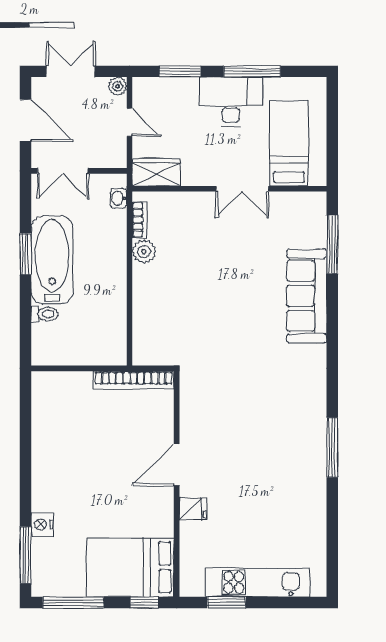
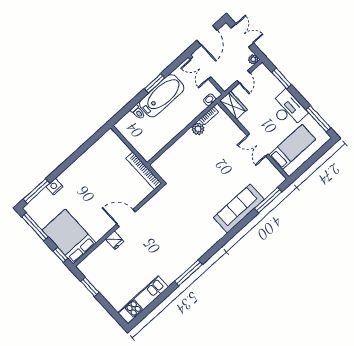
window: (252, 71) -> (318, 119), moved
kitchen unit: (258, 582) -> (143, 300), moved, turned -90

